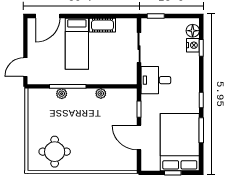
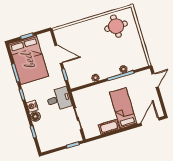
floor lamp: (193, 31) -> (35, 116), moved
nightstand: (193, 45) -> (32, 106), moved

